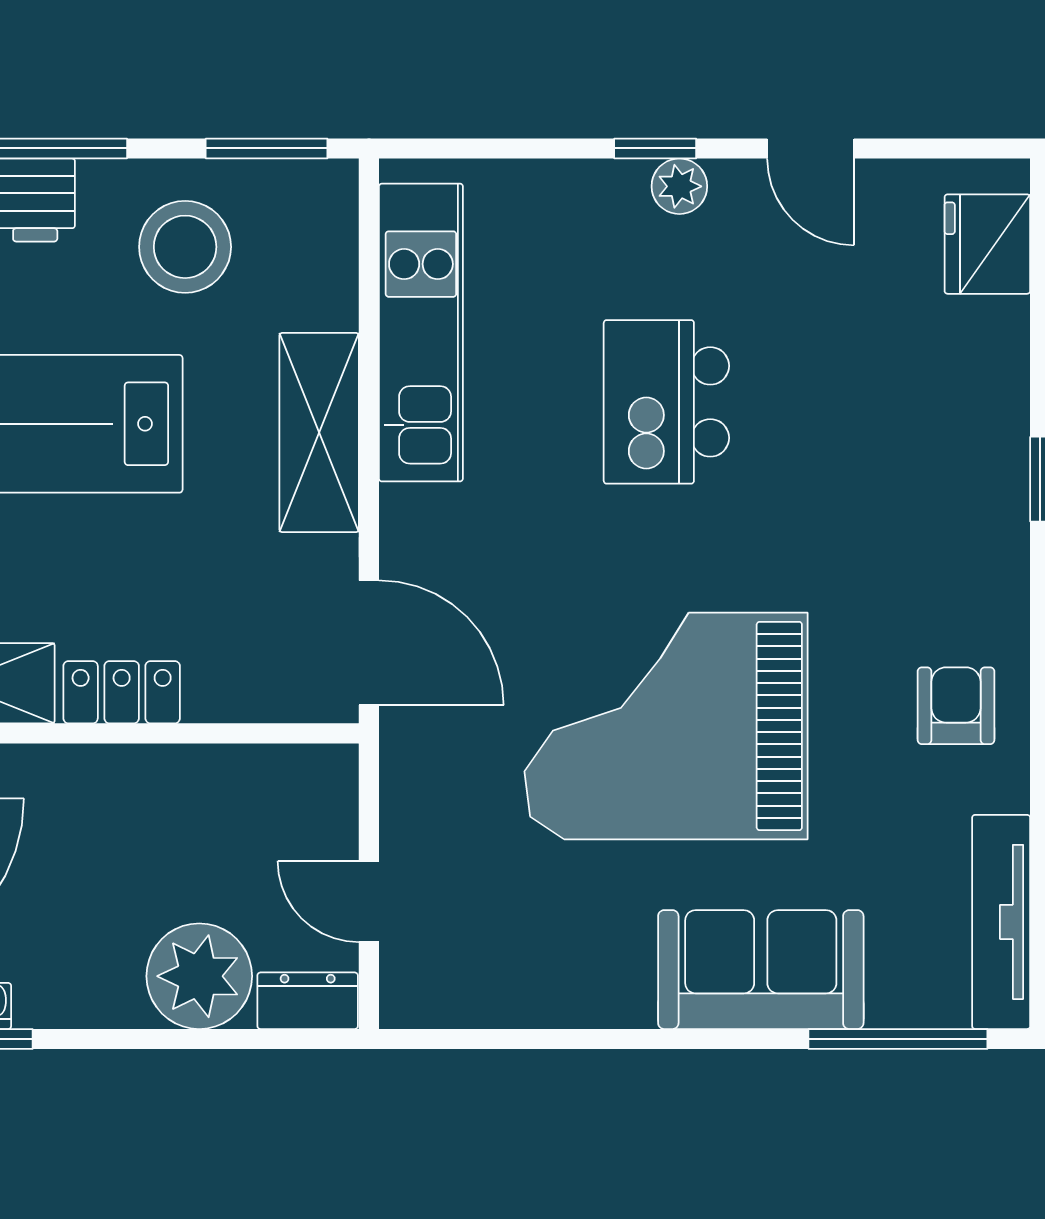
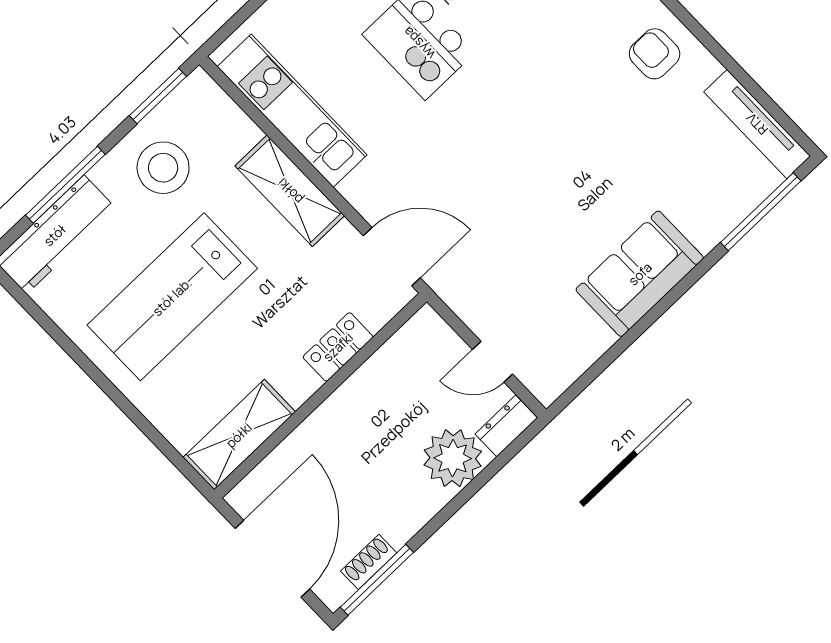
locker: (122, 692) -> (338, 347), moved
grand piano: (666, 726) -> (545, 175), removed
sofa: (761, 970) -> (640, 274), moved

